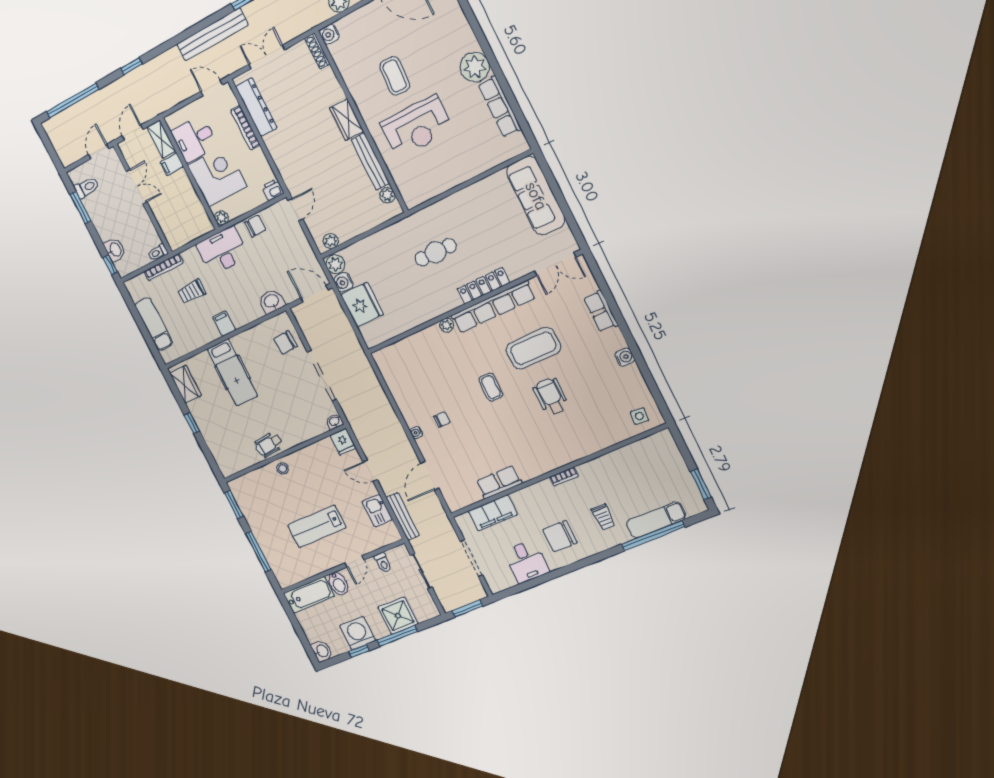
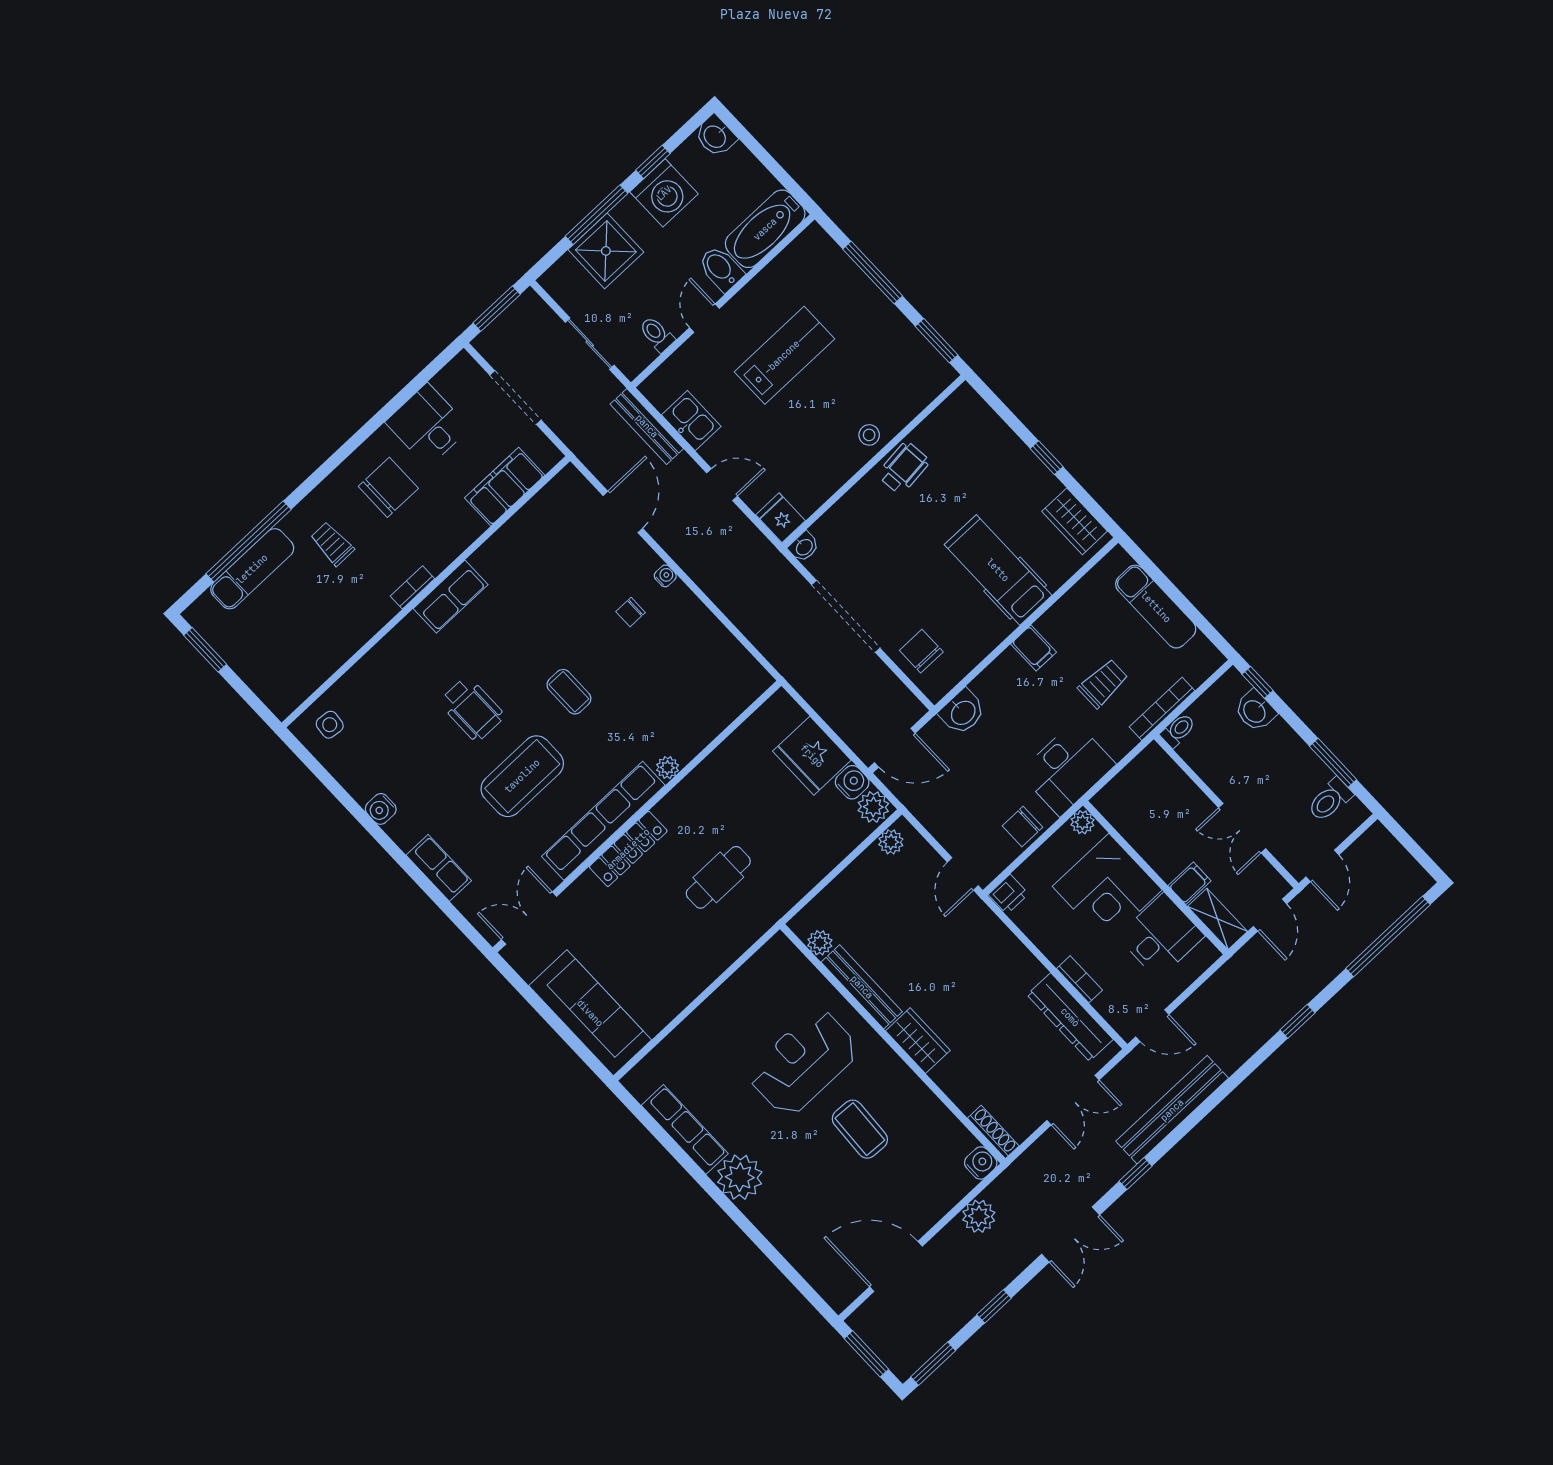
bookcase: (245, 128) -> (1080, 979), width x0.64
chair: (285, 343) -> (921, 651), turned -86
row of seats: (499, 482) -> (451, 597), moved

